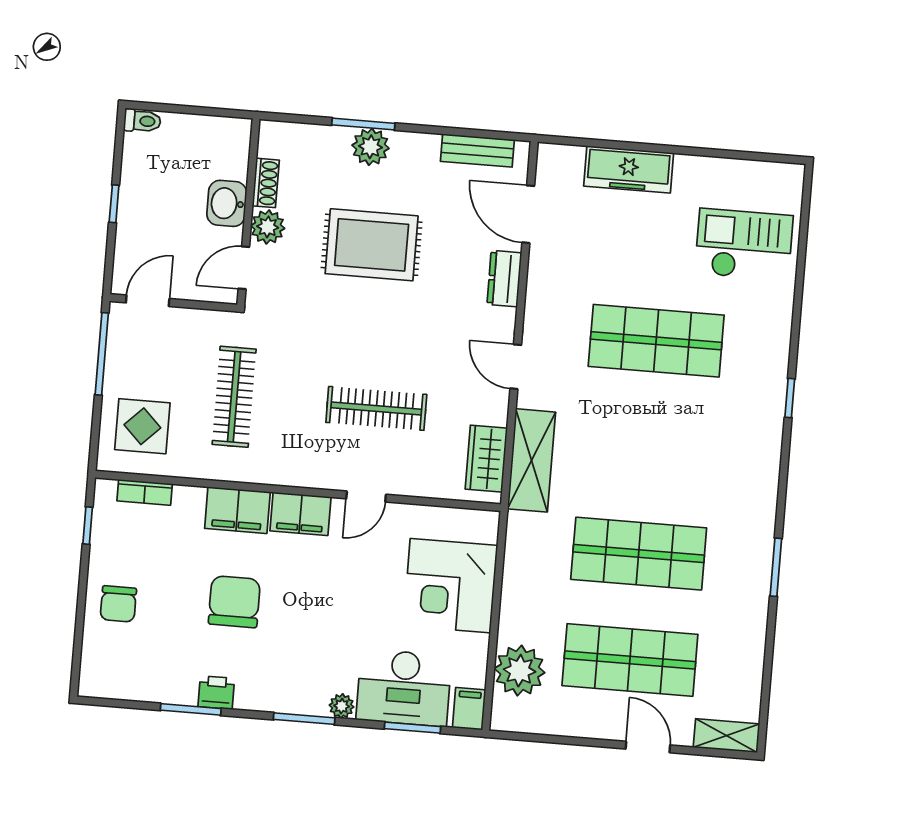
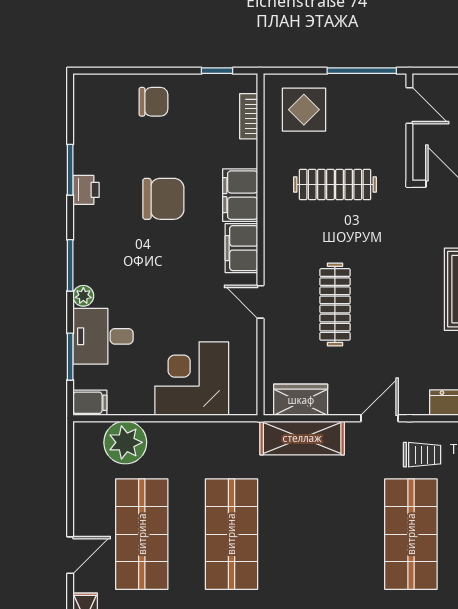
trolley: (563, 320) -> (422, 455), added
chair: (118, 604) -> (153, 102), turned 180
desk: (404, 688) -> (103, 336), width x0.73

